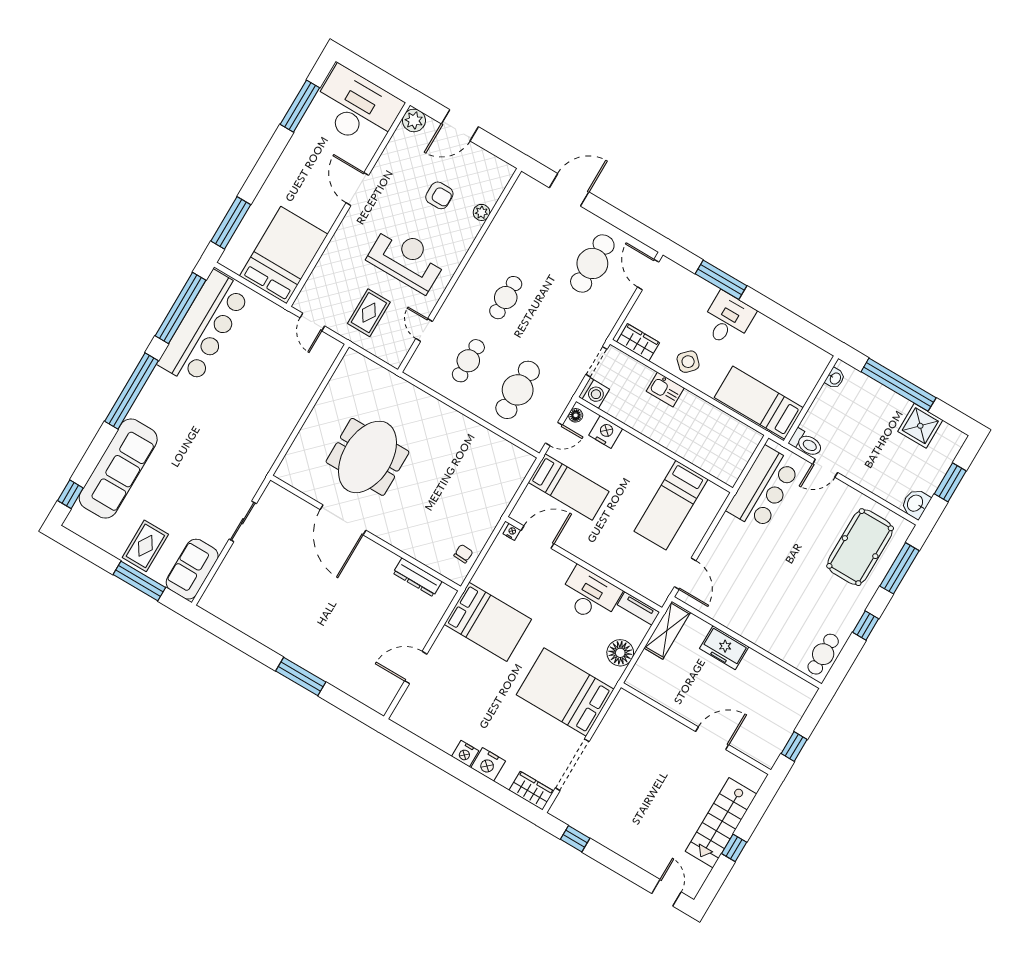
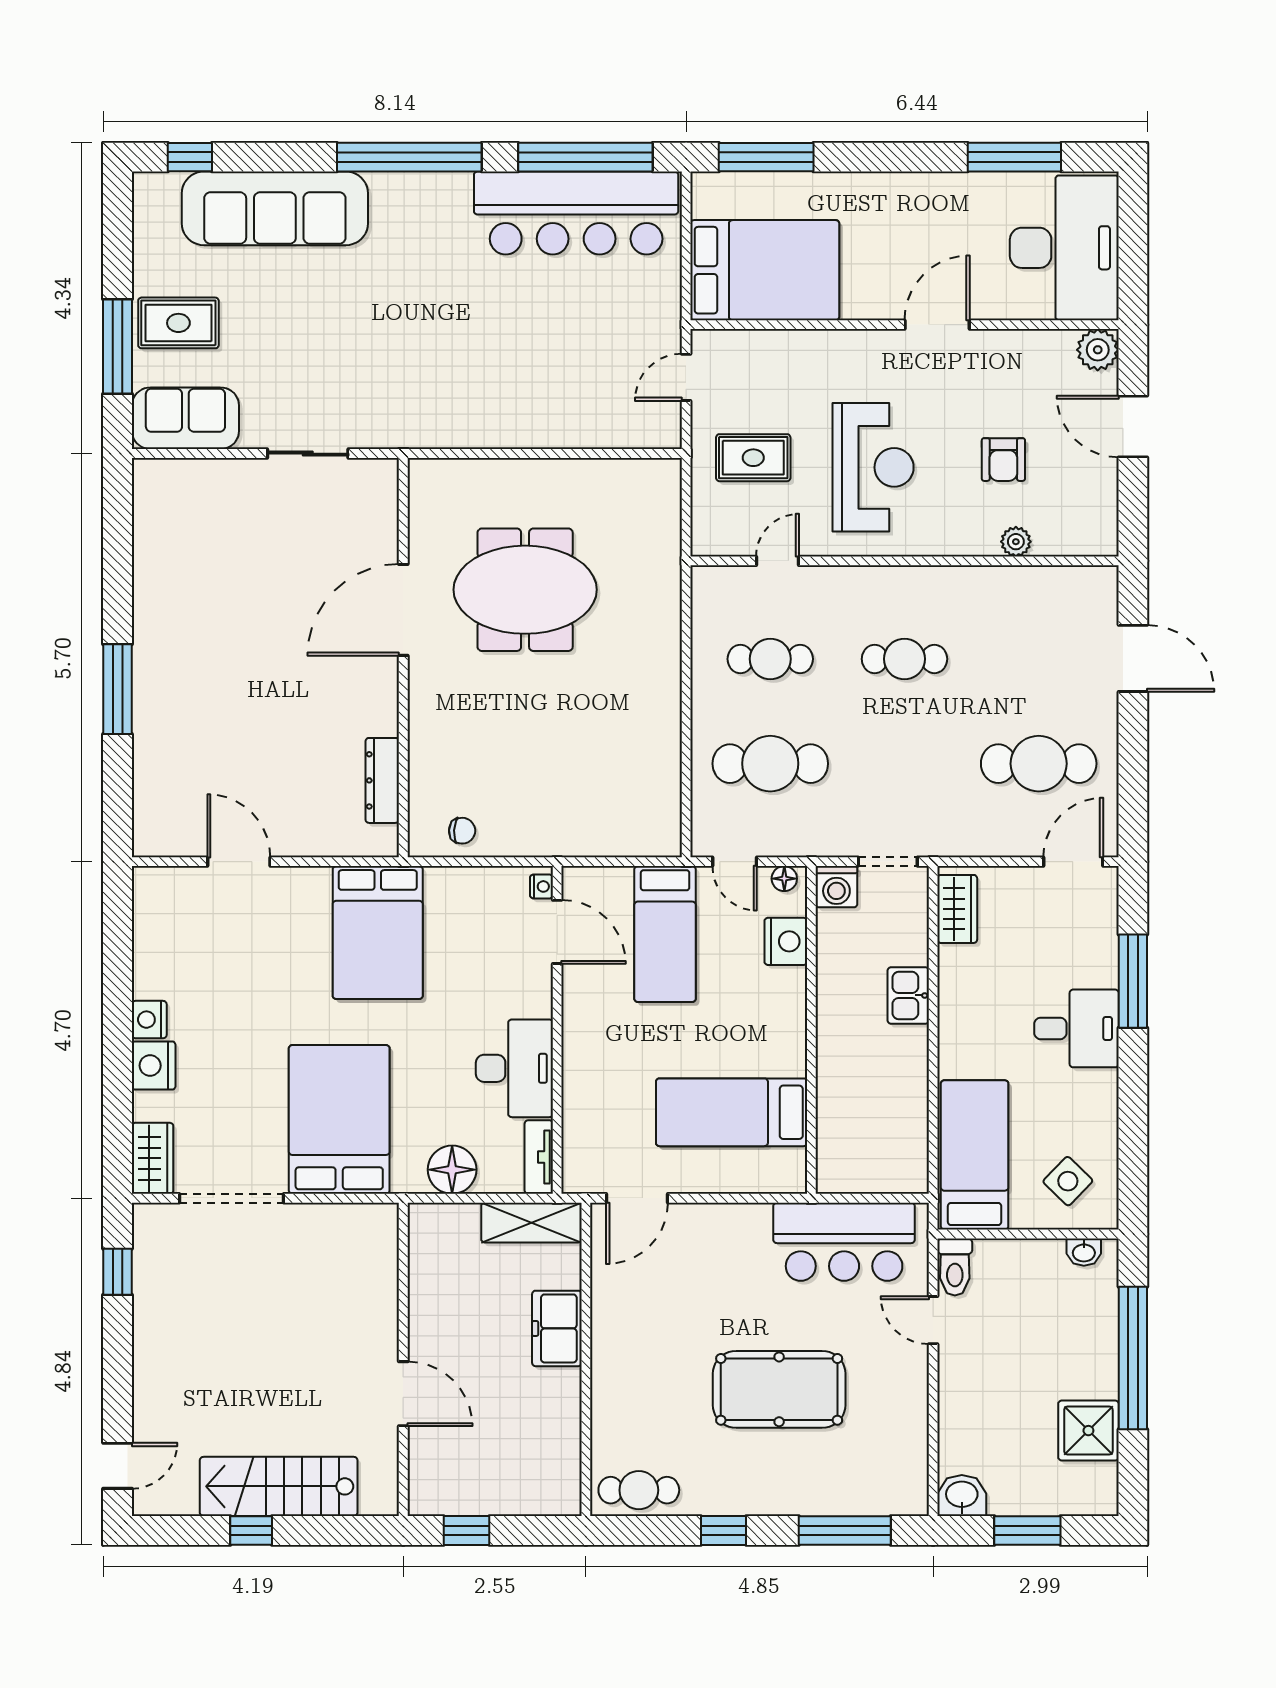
side table: (688, 362) -> (1068, 1181), moved
pool table: (860, 547) -> (779, 1389), moved

